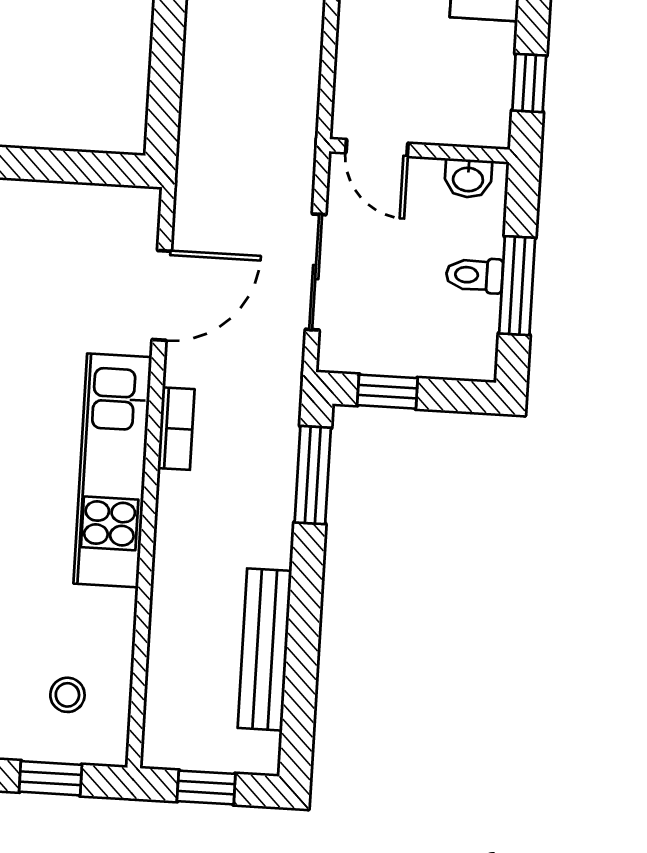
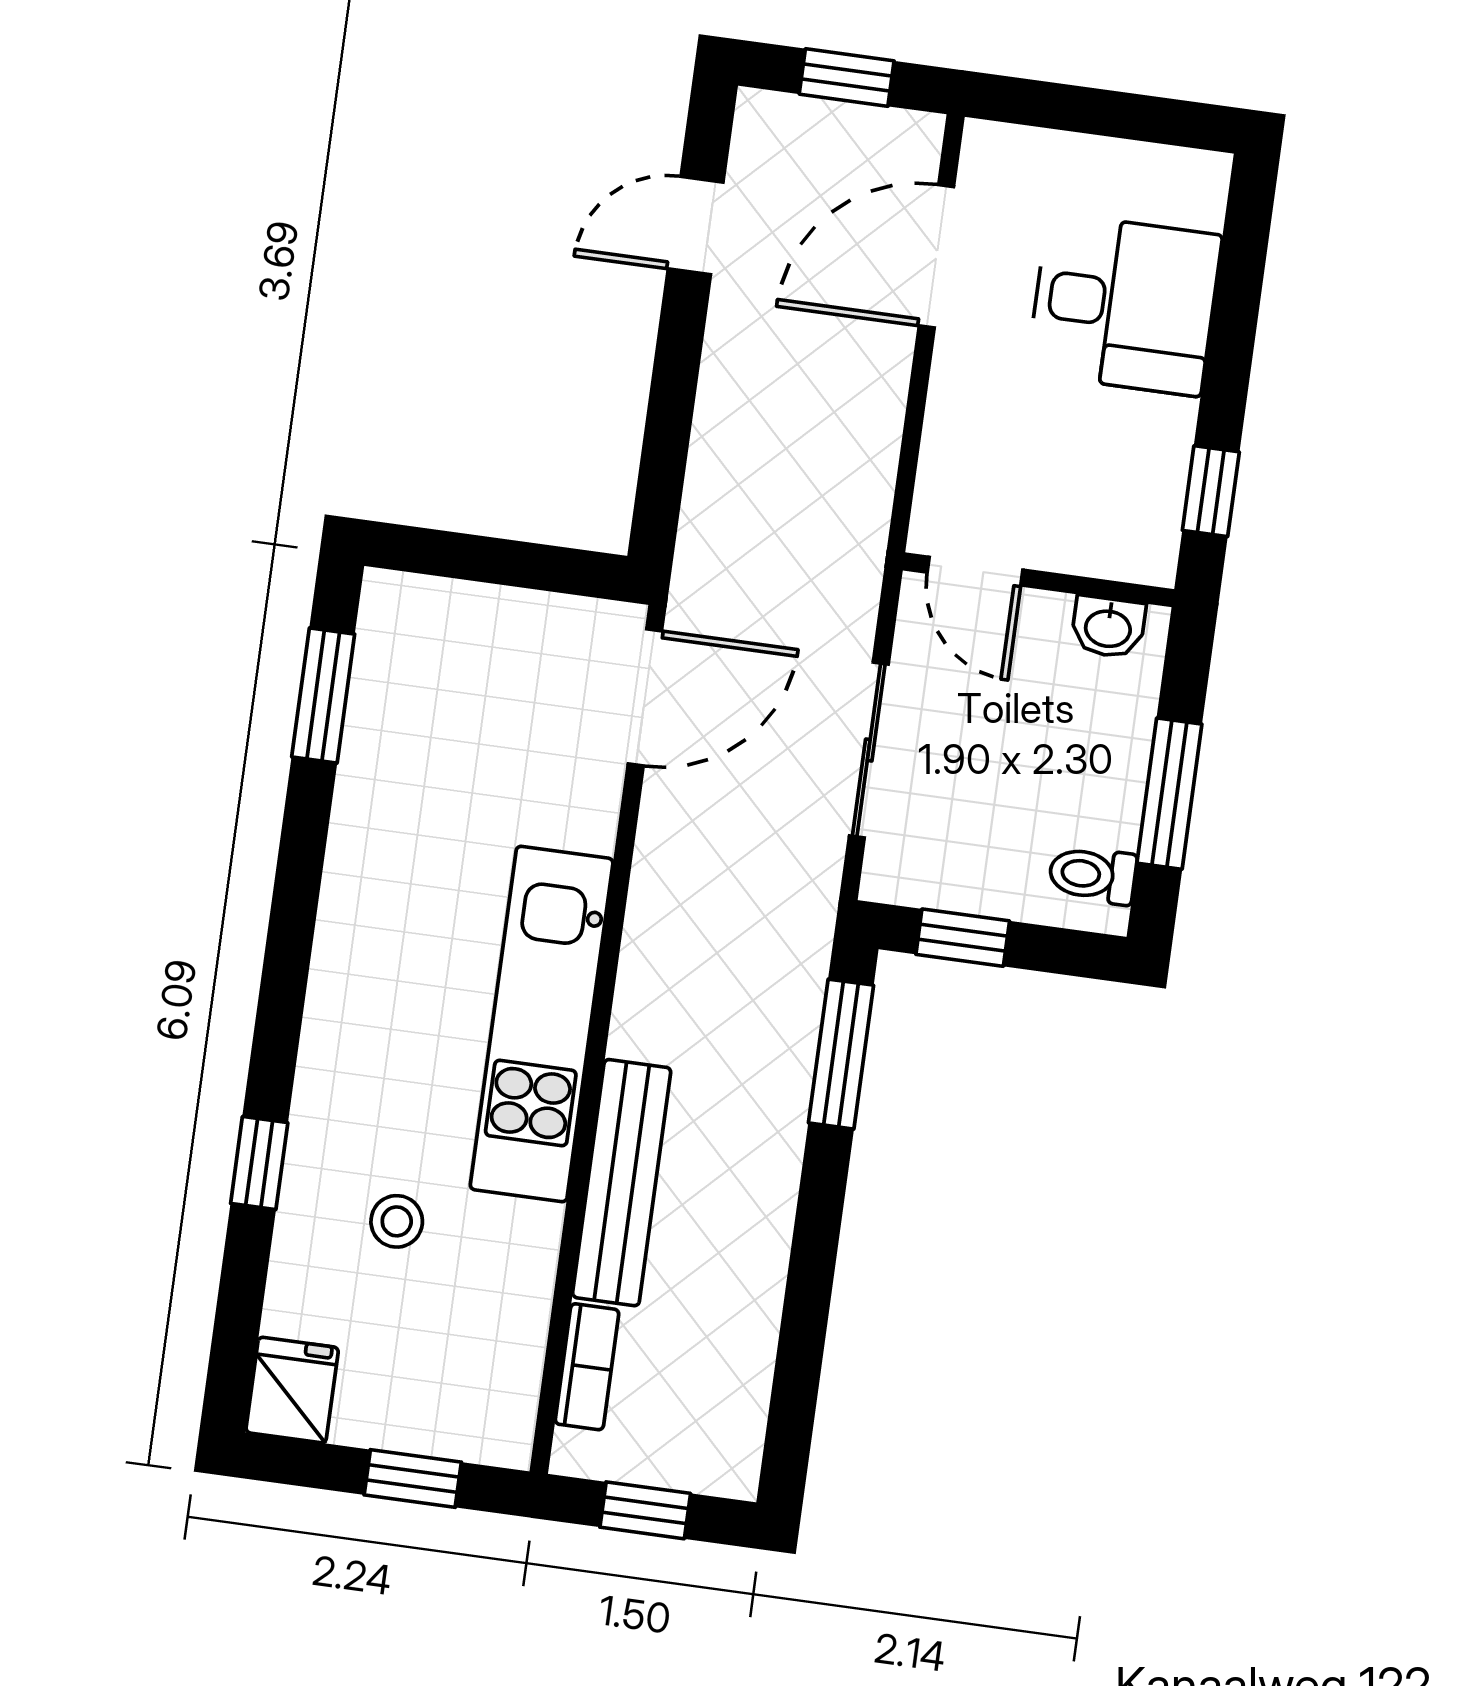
toilet: (474, 275) -> (1093, 875), moved
door: (162, 295) -> (645, 697), moved
bookcase: (176, 429) -> (587, 1367), moved
bench: (265, 649) -> (622, 1183), moved
stool: (67, 695) -> (397, 1221), moved

